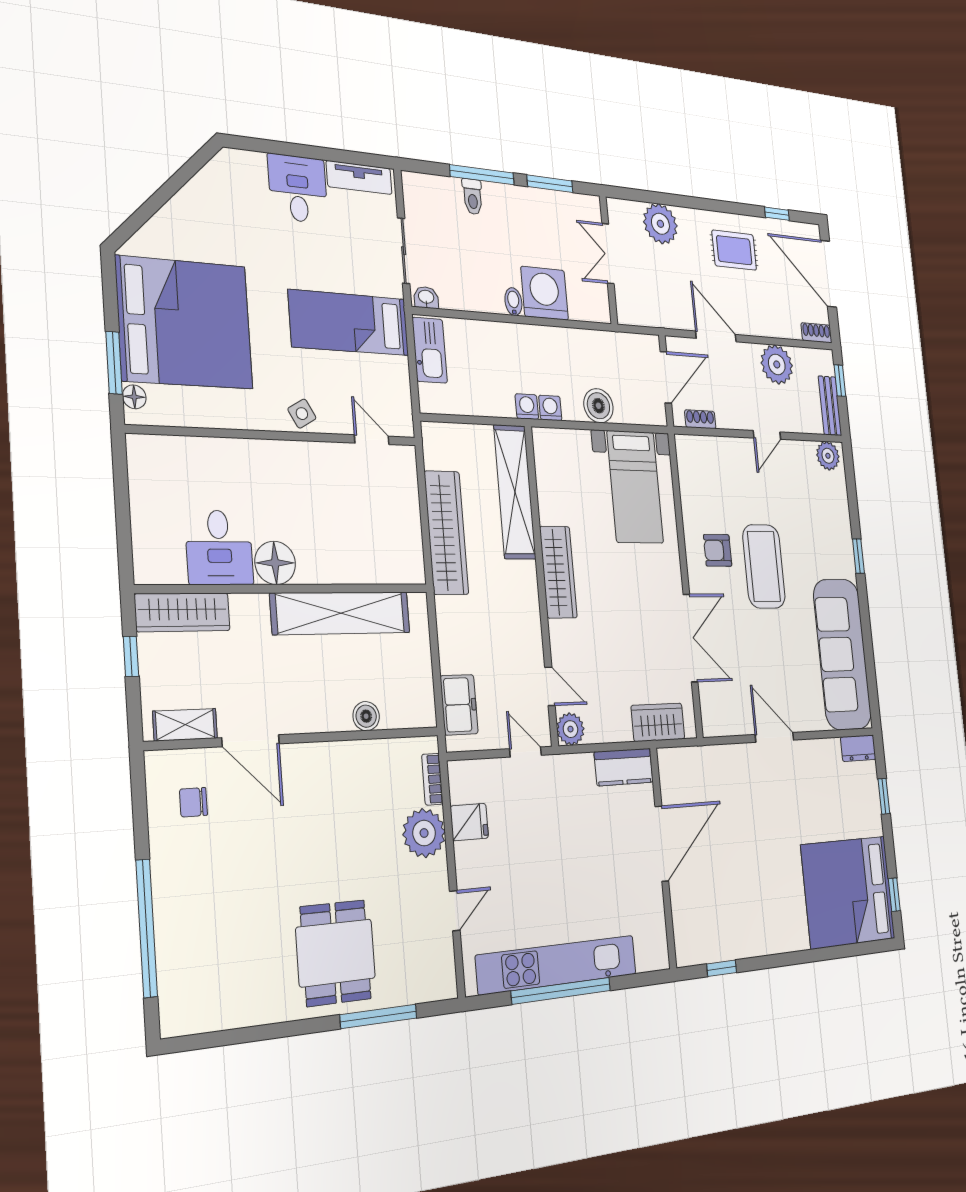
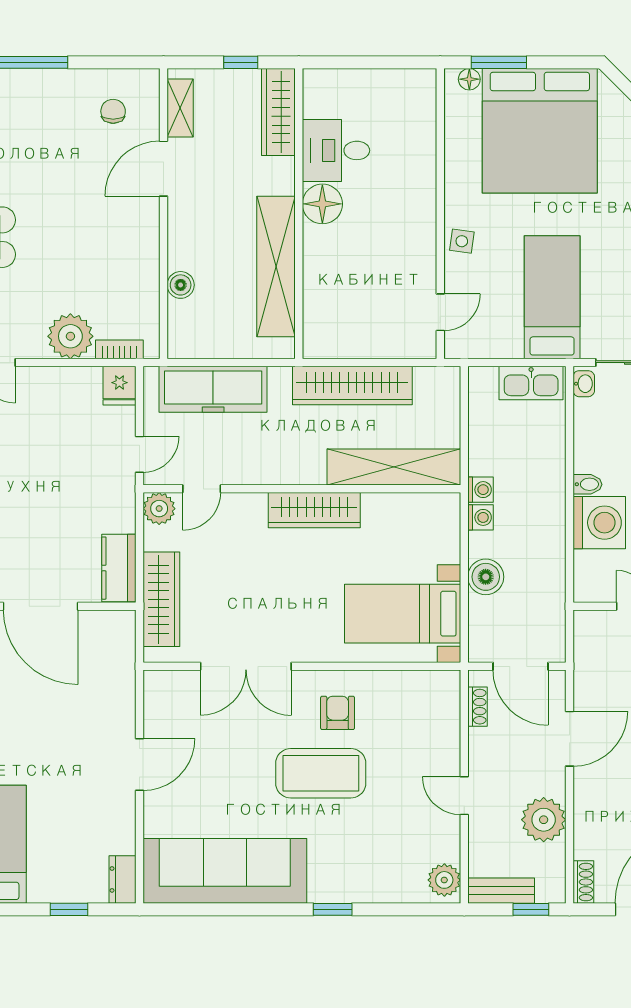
side table: (302, 414) -> (462, 241), turned 38
freezer: (459, 705) -> (213, 389), width x1.91, depth x1.26
wardrobe: (658, 722) -> (161, 599), width x1.50
fridge: (469, 822) -> (119, 386), moved

